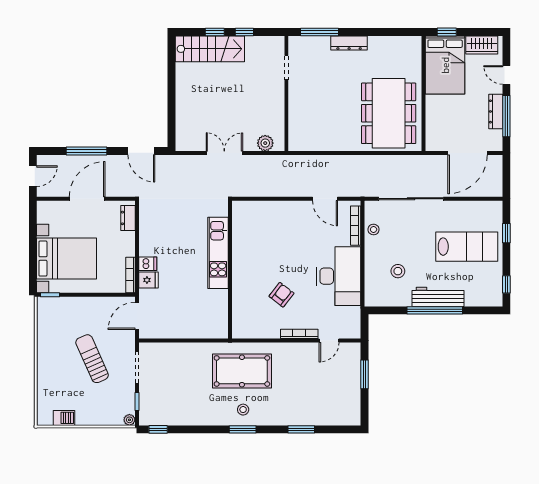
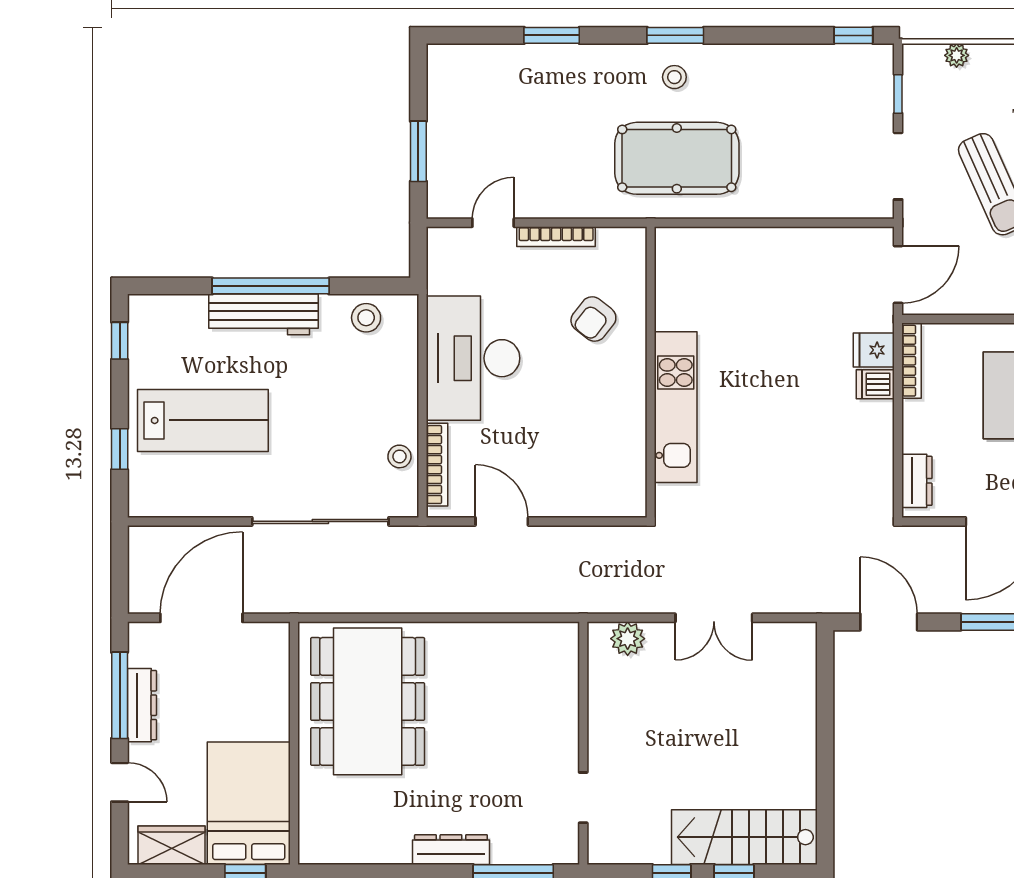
lab bench: (467, 247) -> (203, 420), turned 180
kitchen unit: (218, 253) -> (676, 407), moved
wall: (230, 270) -> (651, 372), moved
stool: (398, 271) -> (366, 318), moved
plant: (129, 420) -> (957, 55), moved

